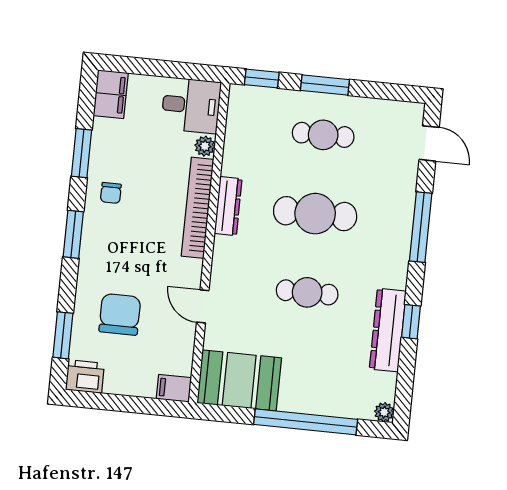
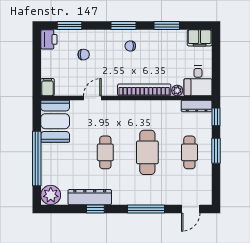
chair: (111, 193) -> (130, 46), moved
dresser: (228, 206) -> (197, 106), moved
chair: (120, 314) -> (84, 55), width x0.54, depth x0.54
plant: (384, 412) -> (51, 195), width x1.87, depth x1.87

